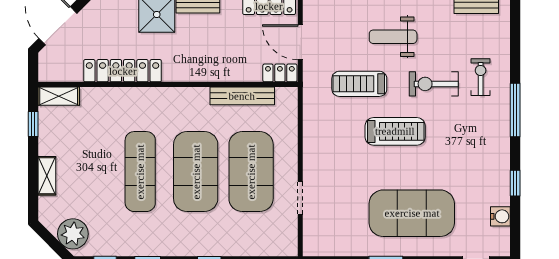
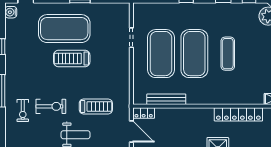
treadmill: (395, 131) -> (72, 58), moved
exercise mat: (140, 172) -> (228, 54), width x0.73, depth x0.69
water cooler: (500, 216) -> (11, 12), moved

